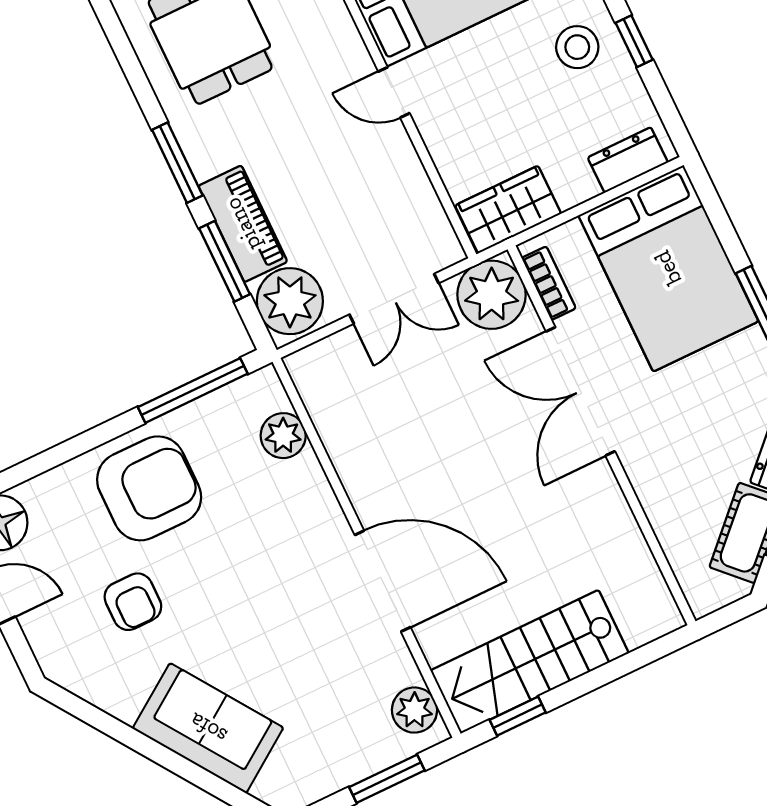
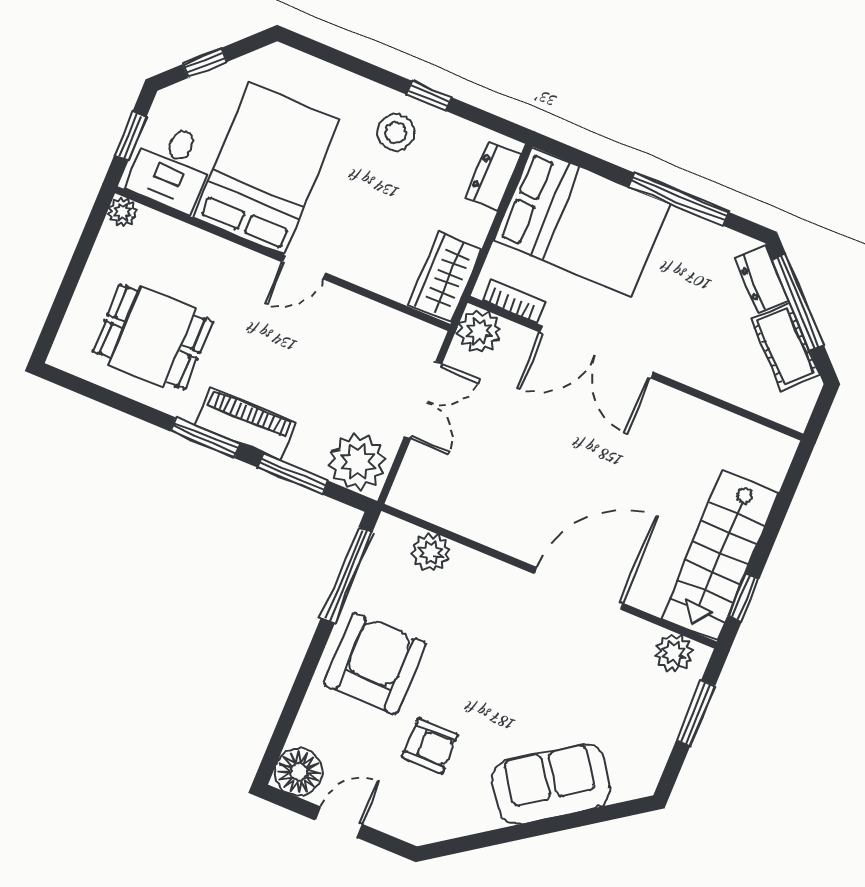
piano: (243, 224) -> (246, 424), moved
plant: (492, 295) -> (479, 331), width x0.73, depth x0.73

